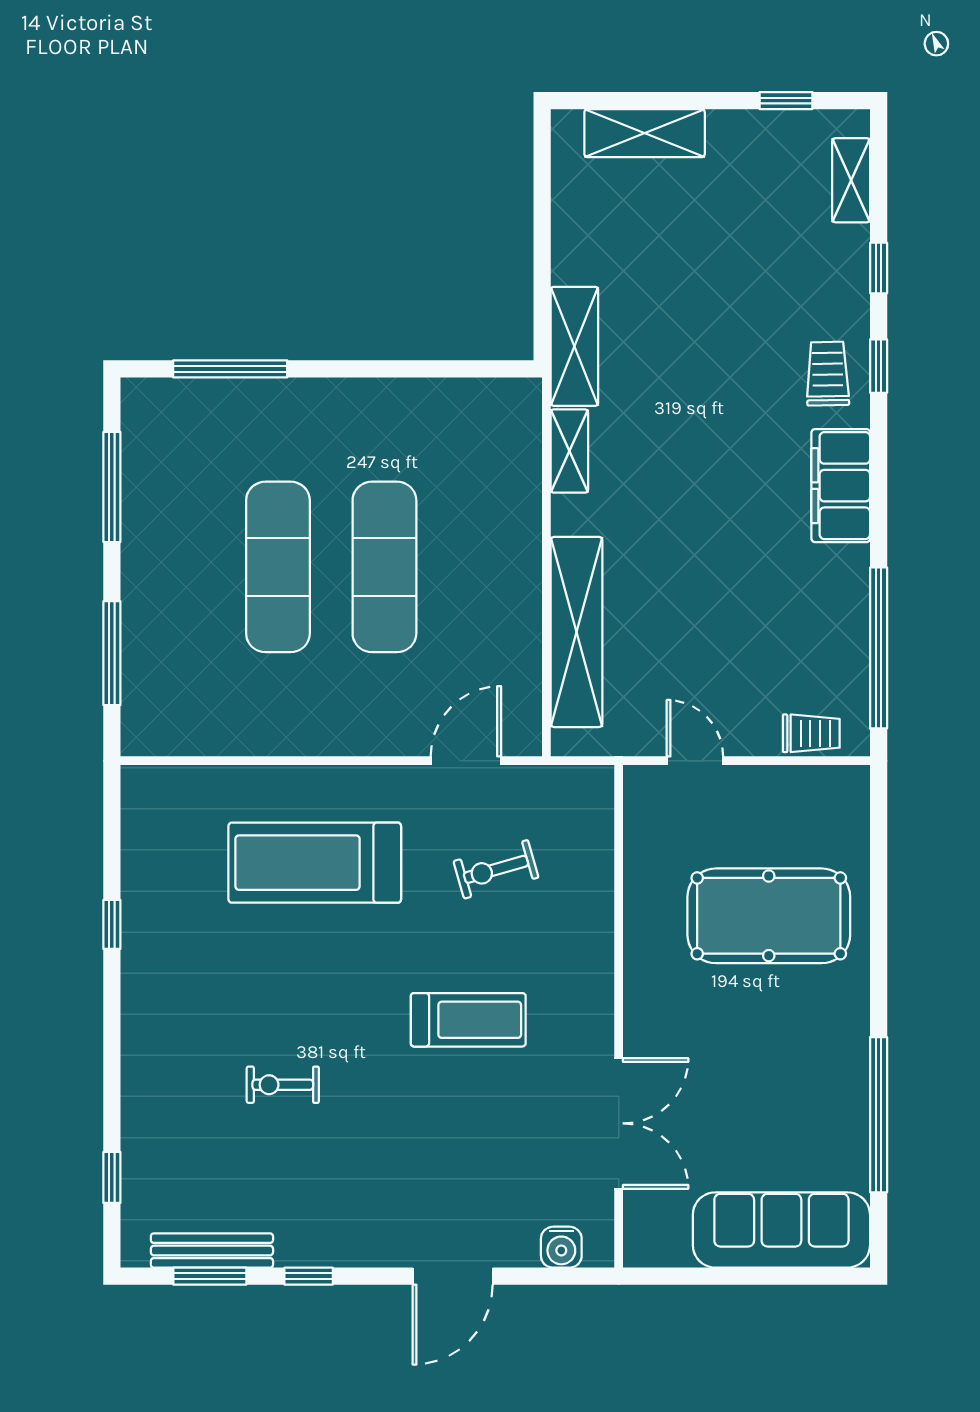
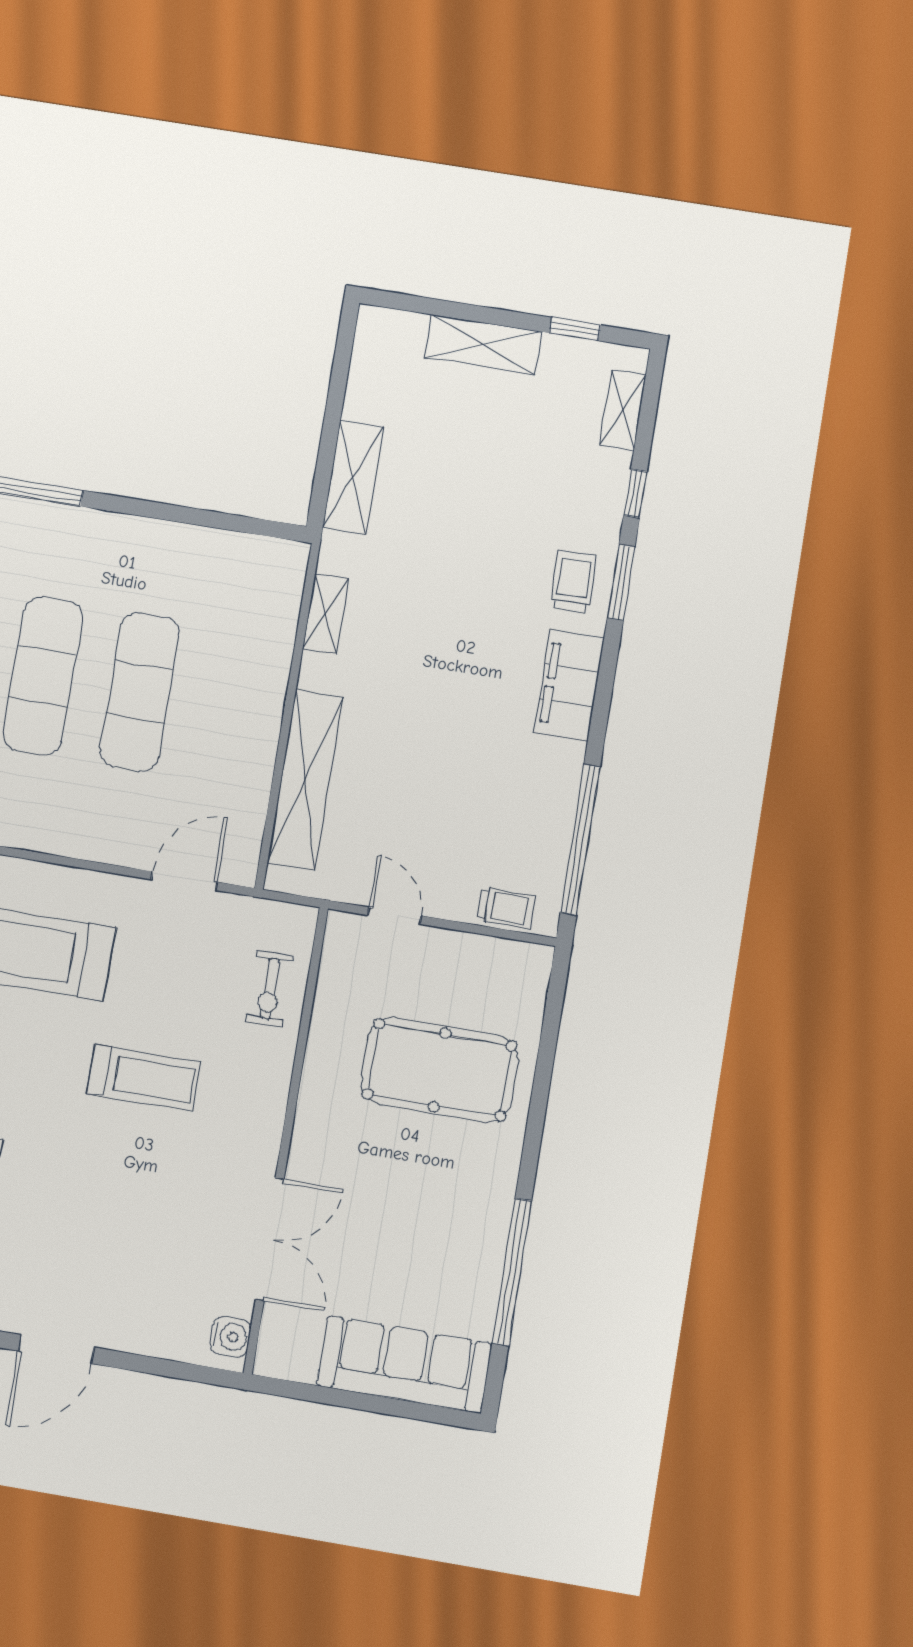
shelving: (645, 133) -> (483, 345), moved
shelving: (574, 346) -> (353, 478), moved
window: (879, 366) -> (621, 582), width x1.50
exercise bike: (496, 869) -> (270, 989), moved, turned -74
treadmill: (468, 1020) -> (144, 1078), moved
water cooler: (561, 1247) -> (230, 1337), moved, turned -90
door: (453, 1276) -> (56, 1349), moved

